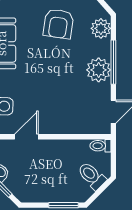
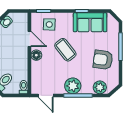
coffee table: (43, 81) -> (65, 50), added
floor lamp: (51, 126) -> (36, 55), added

